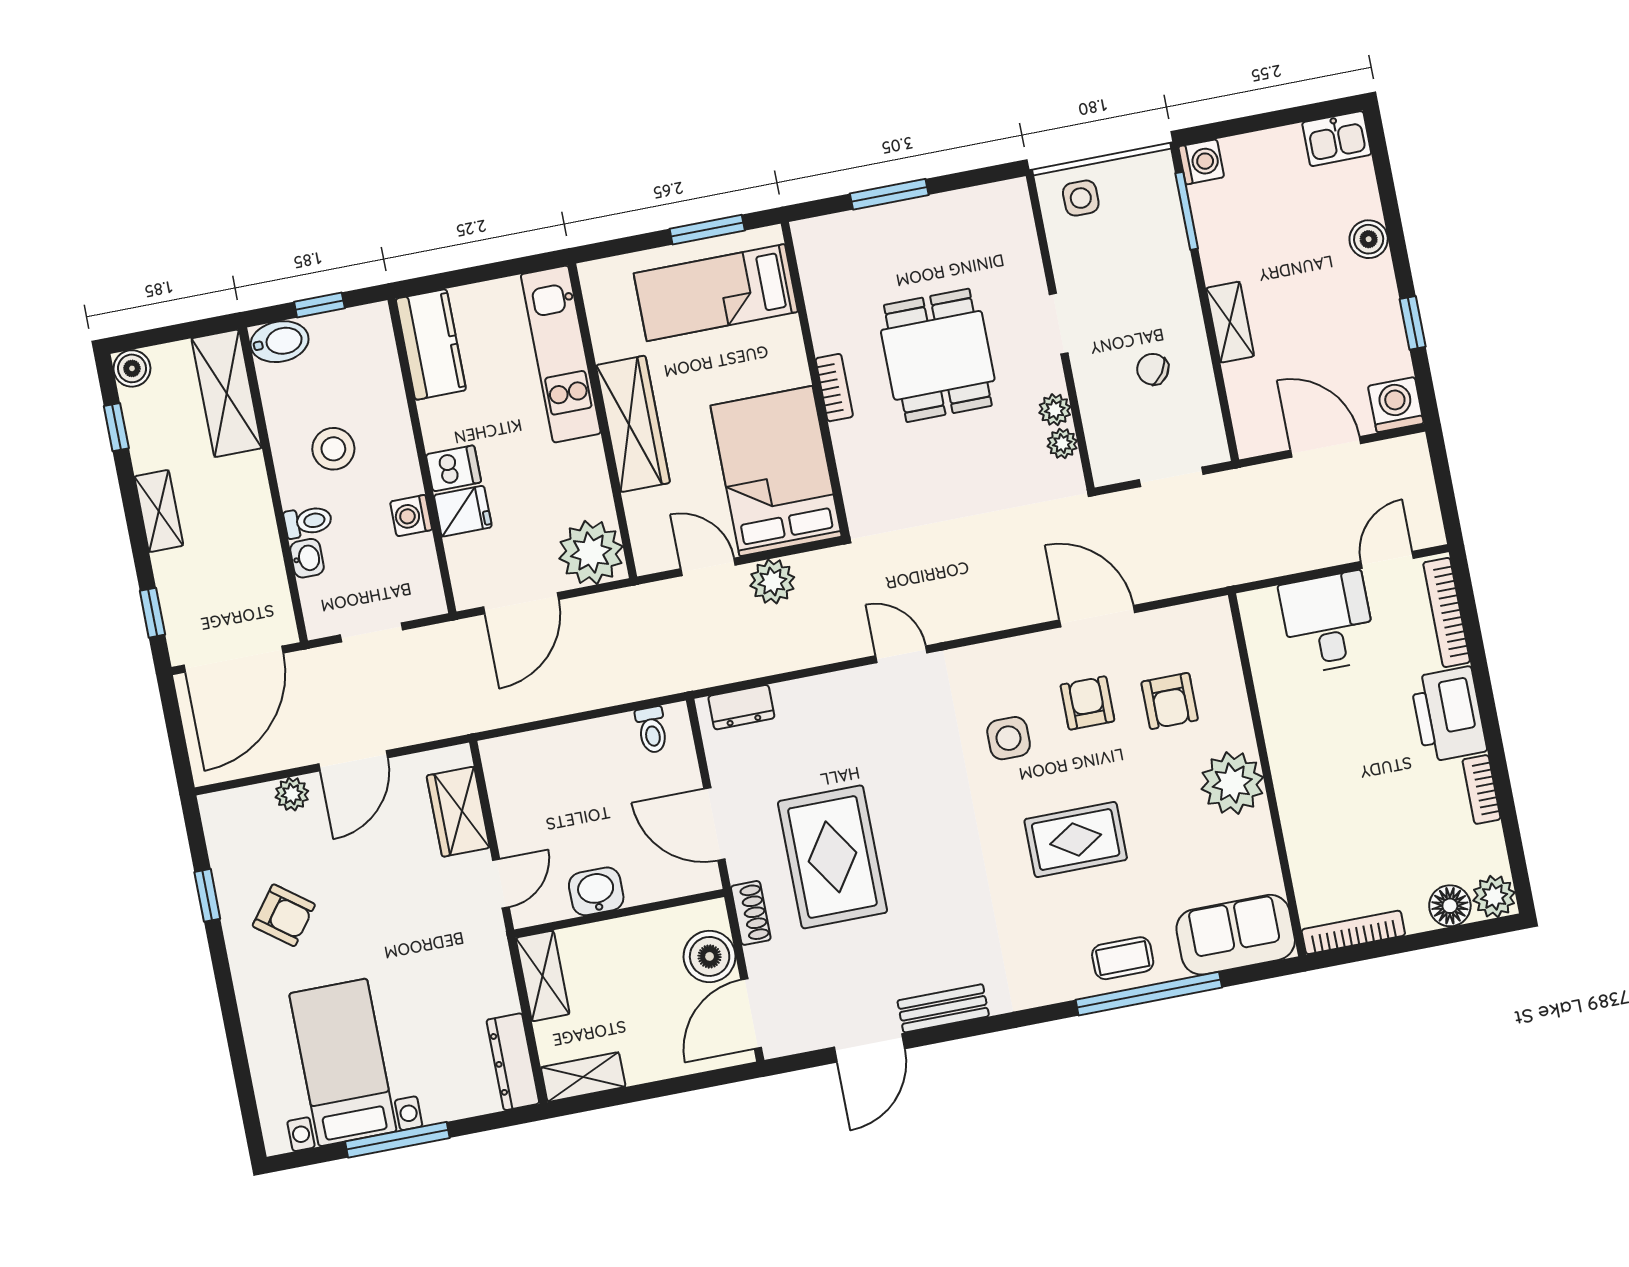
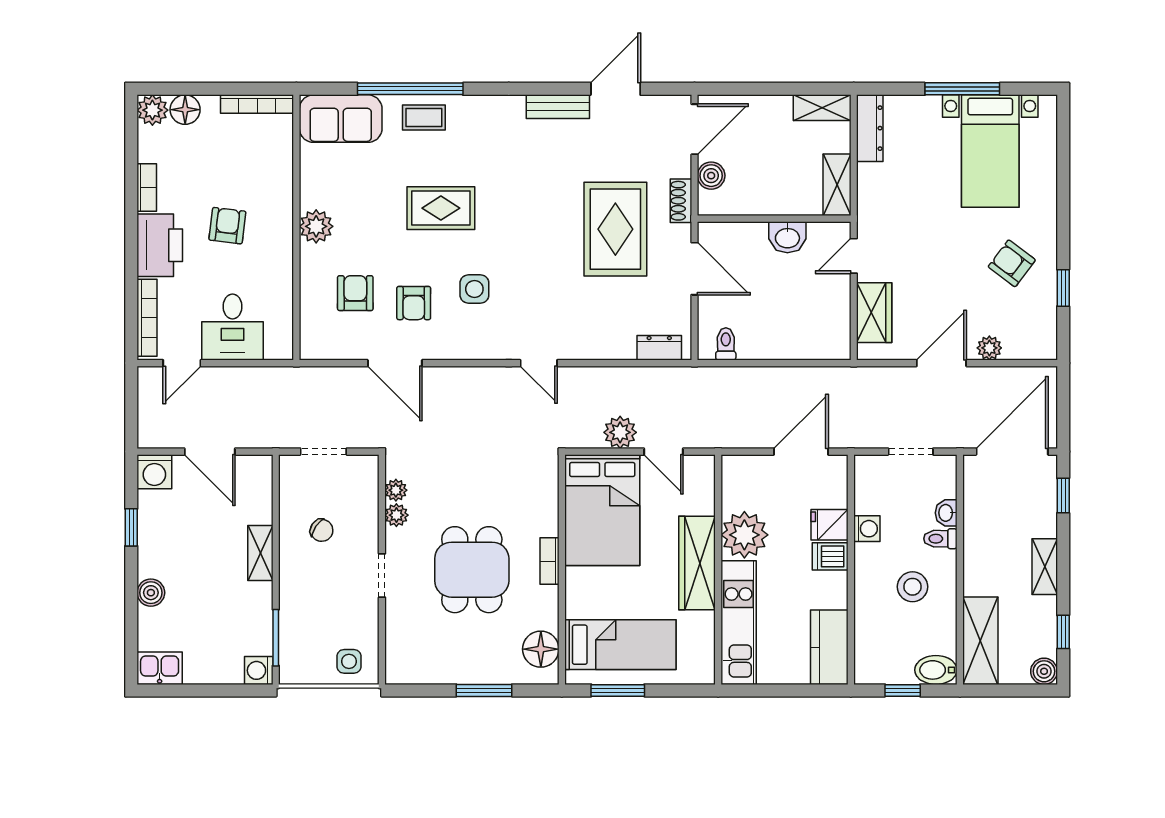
floor lamp: (823, 265) -> (541, 649), added
plant: (591, 552) -> (744, 535), moved
armchair: (1362, 759) -> (227, 226), added
plant: (1232, 783) -> (316, 226), width x0.73, depth x0.73
boiler: (710, 956) -> (711, 176), width x0.73, depth x0.73

